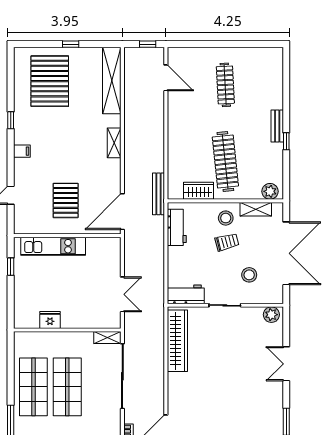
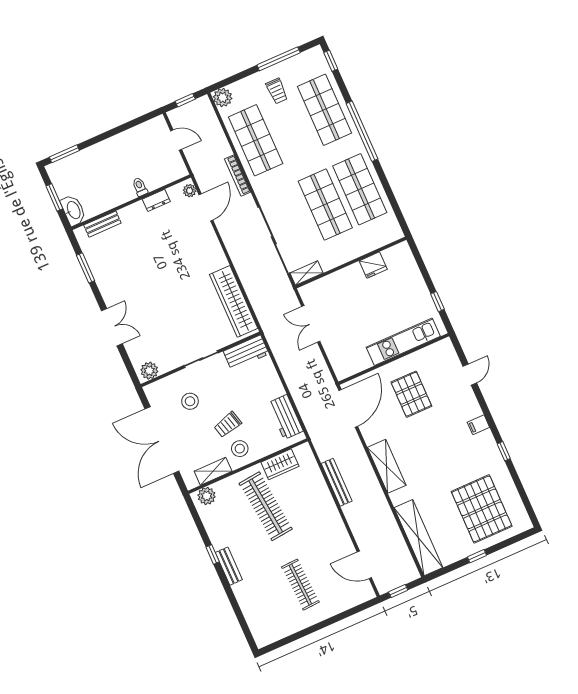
shelving: (114, 143) -> (387, 466), width x1.50, depth x1.33
bench: (159, 194) -> (337, 482), moved

